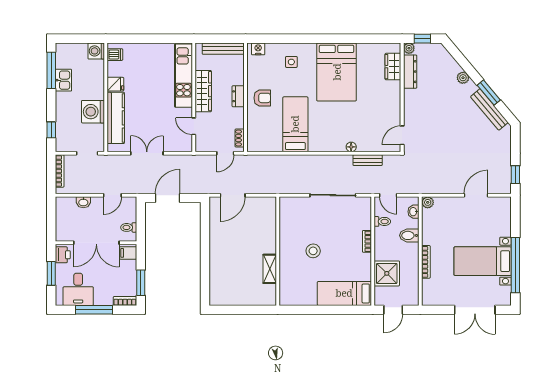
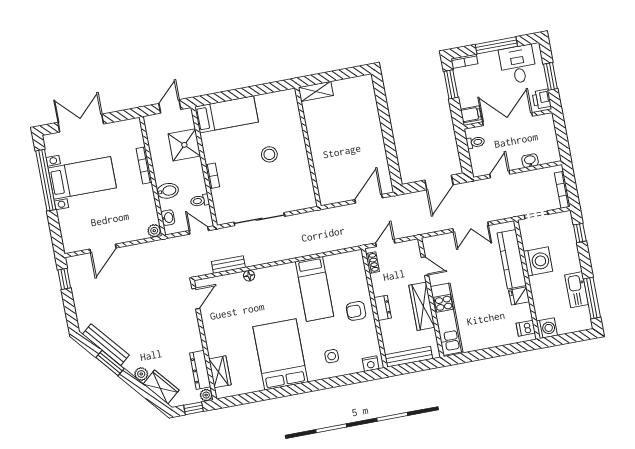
wardrobe: (447, 63) -> (161, 387), added
kitchen sink: (63, 80) -> (577, 290), width x1.38
shelving: (270, 269) -> (316, 91), moved, turned 90

